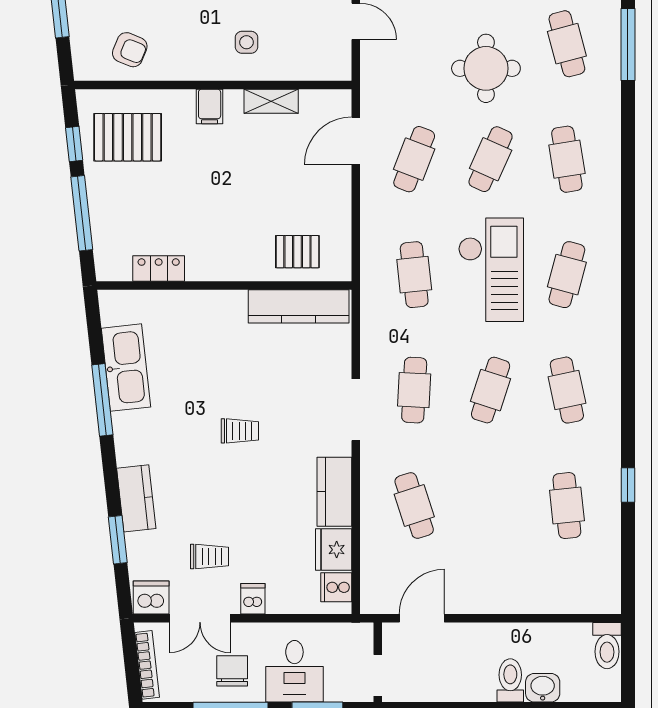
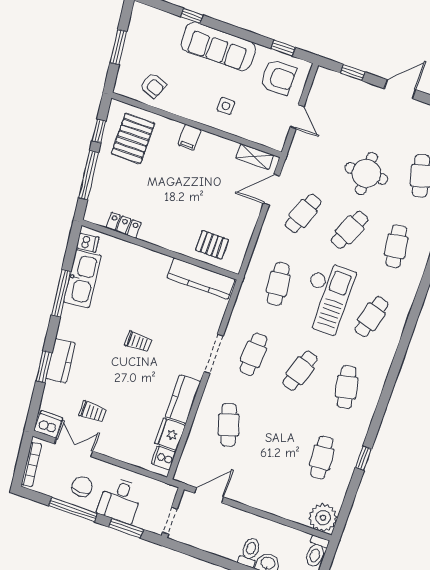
shelving: (271, 101) -> (255, 157), moved
pallet: (128, 137) -> (133, 138), turned 90
window: (118, 540) -> (44, 367), moved
plant: (600, 593) -> (323, 518), added
dishwasher: (253, 599) -> (88, 243), moved, turned 84
double door: (200, 618) -> (74, 447), swing flipped

